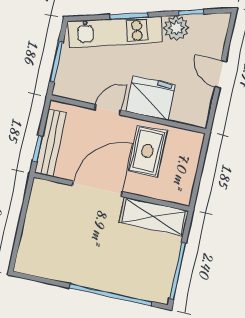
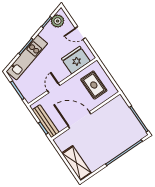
plant: (176, 28) -> (58, 21), moved
fridge: (150, 98) -> (76, 60), moved
rug: (147, 151) -> (94, 85), moved
door: (97, 189) -> (80, 120), hinge flipped
shelving: (154, 217) -> (77, 163), moved, turned 90

